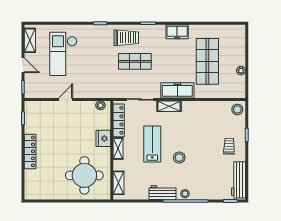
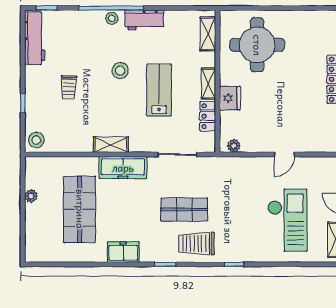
shelving: (169, 106) -> (111, 145), moved
locker: (119, 120) -> (208, 116), width x0.66
lab bench: (152, 144) -> (159, 90), turned 180
trolley: (229, 146) -> (69, 87), moved

